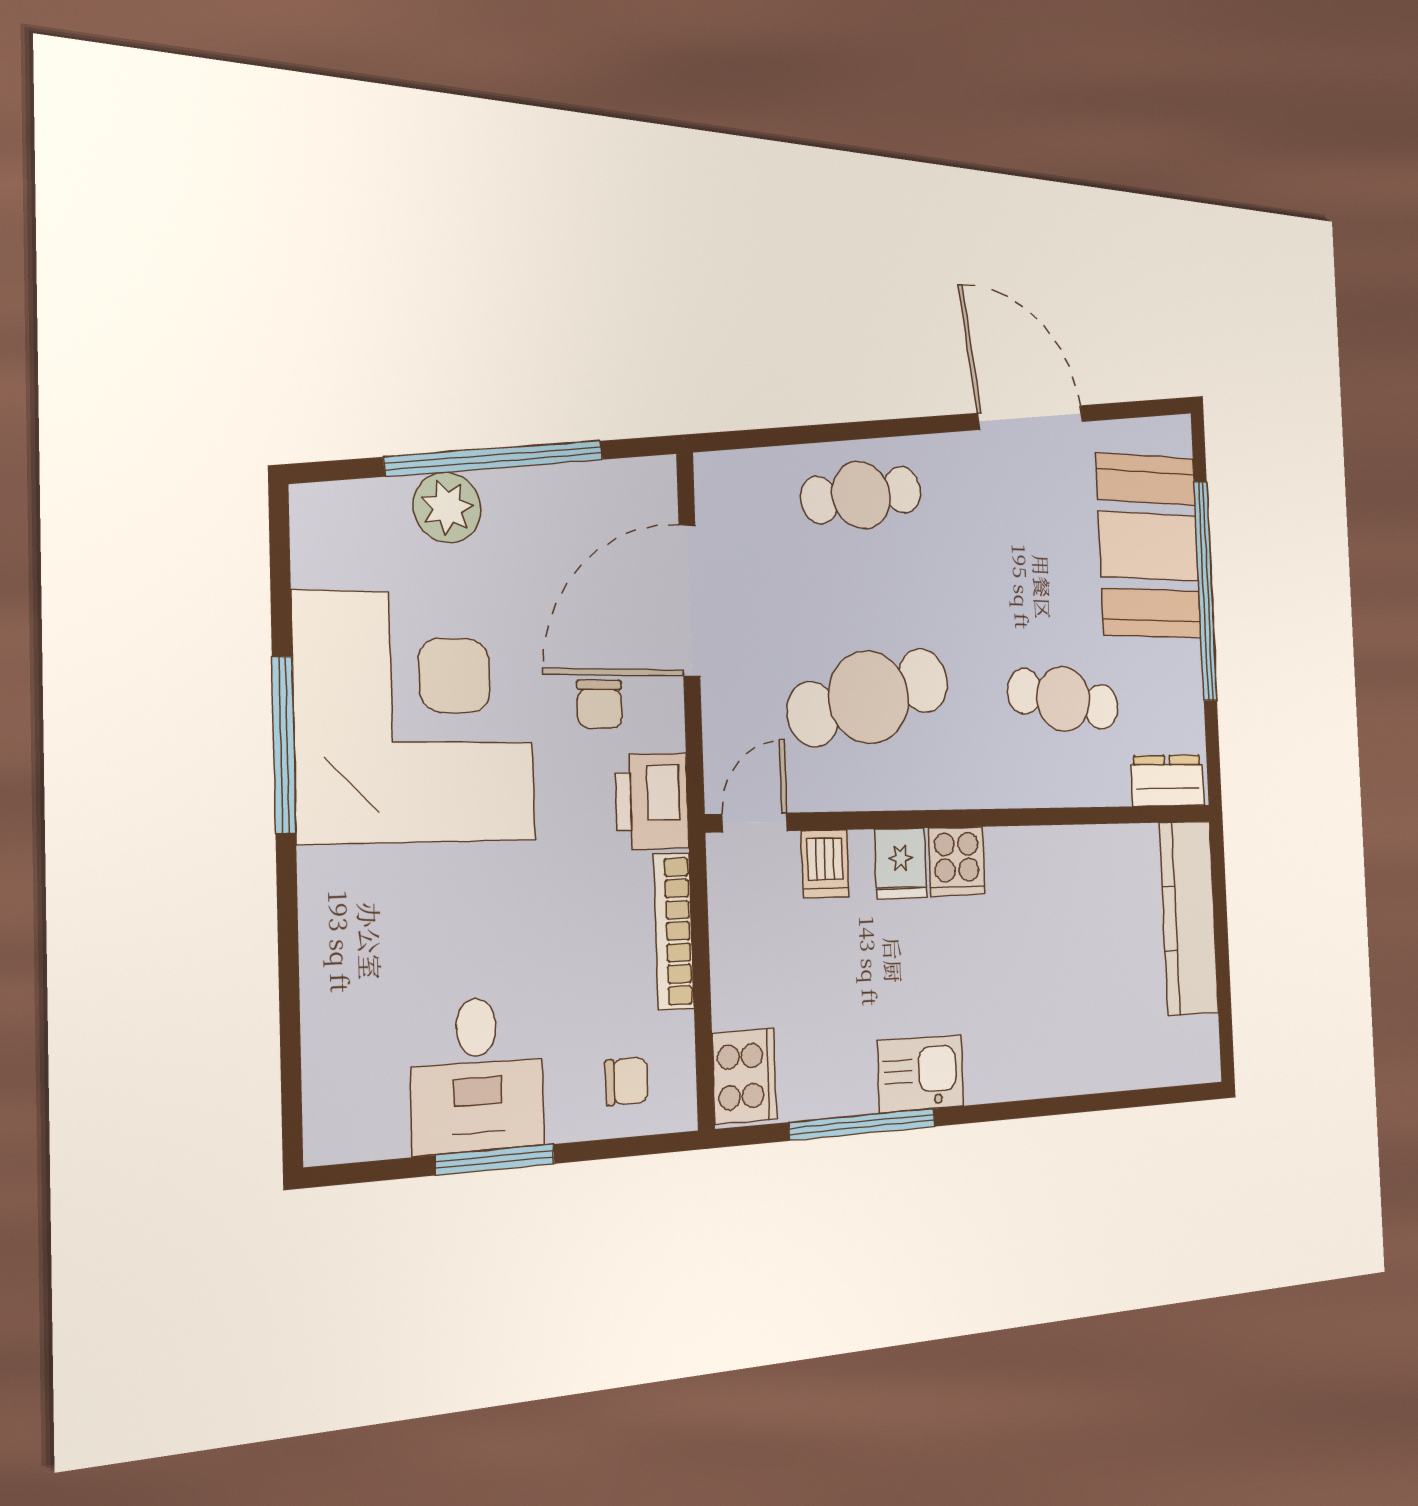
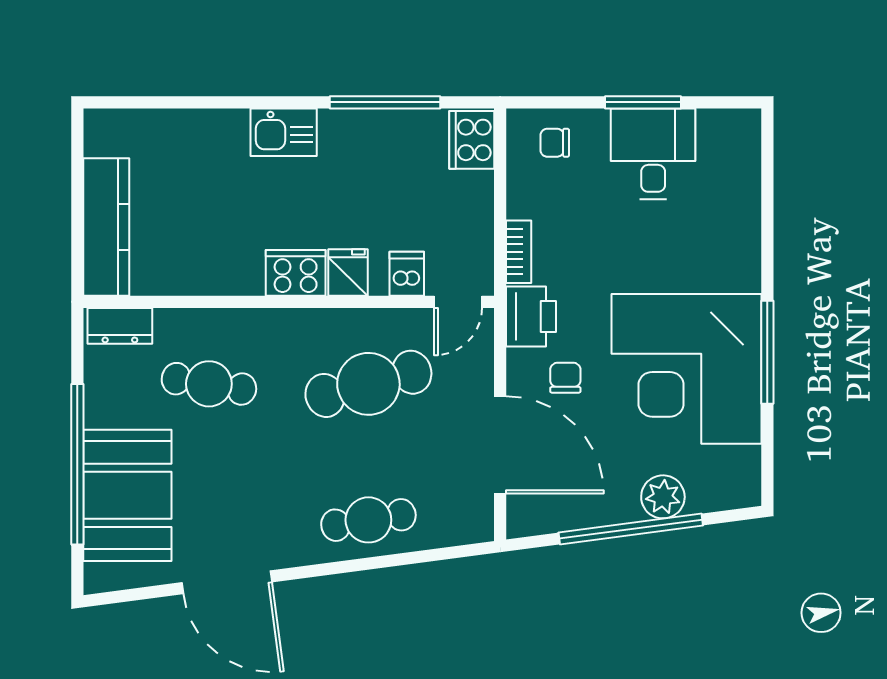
door: (689, 600) -> (500, 445), hinge flipped
cooker: (957, 861) -> (296, 273), width x1.36
bookcase: (674, 931) -> (519, 252), width x0.64
kitchen sink: (921, 1074) -> (284, 132), moved

